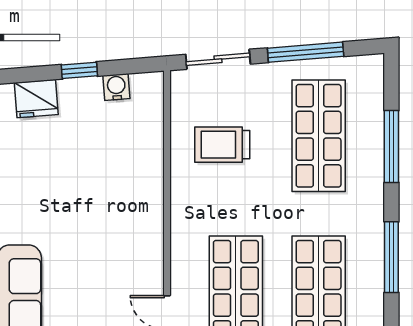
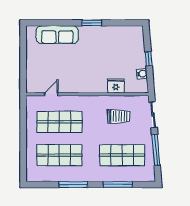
fridge: (36, 99) -> (116, 86), moved, turned 95
trolley: (222, 145) -> (119, 116), turned 90

